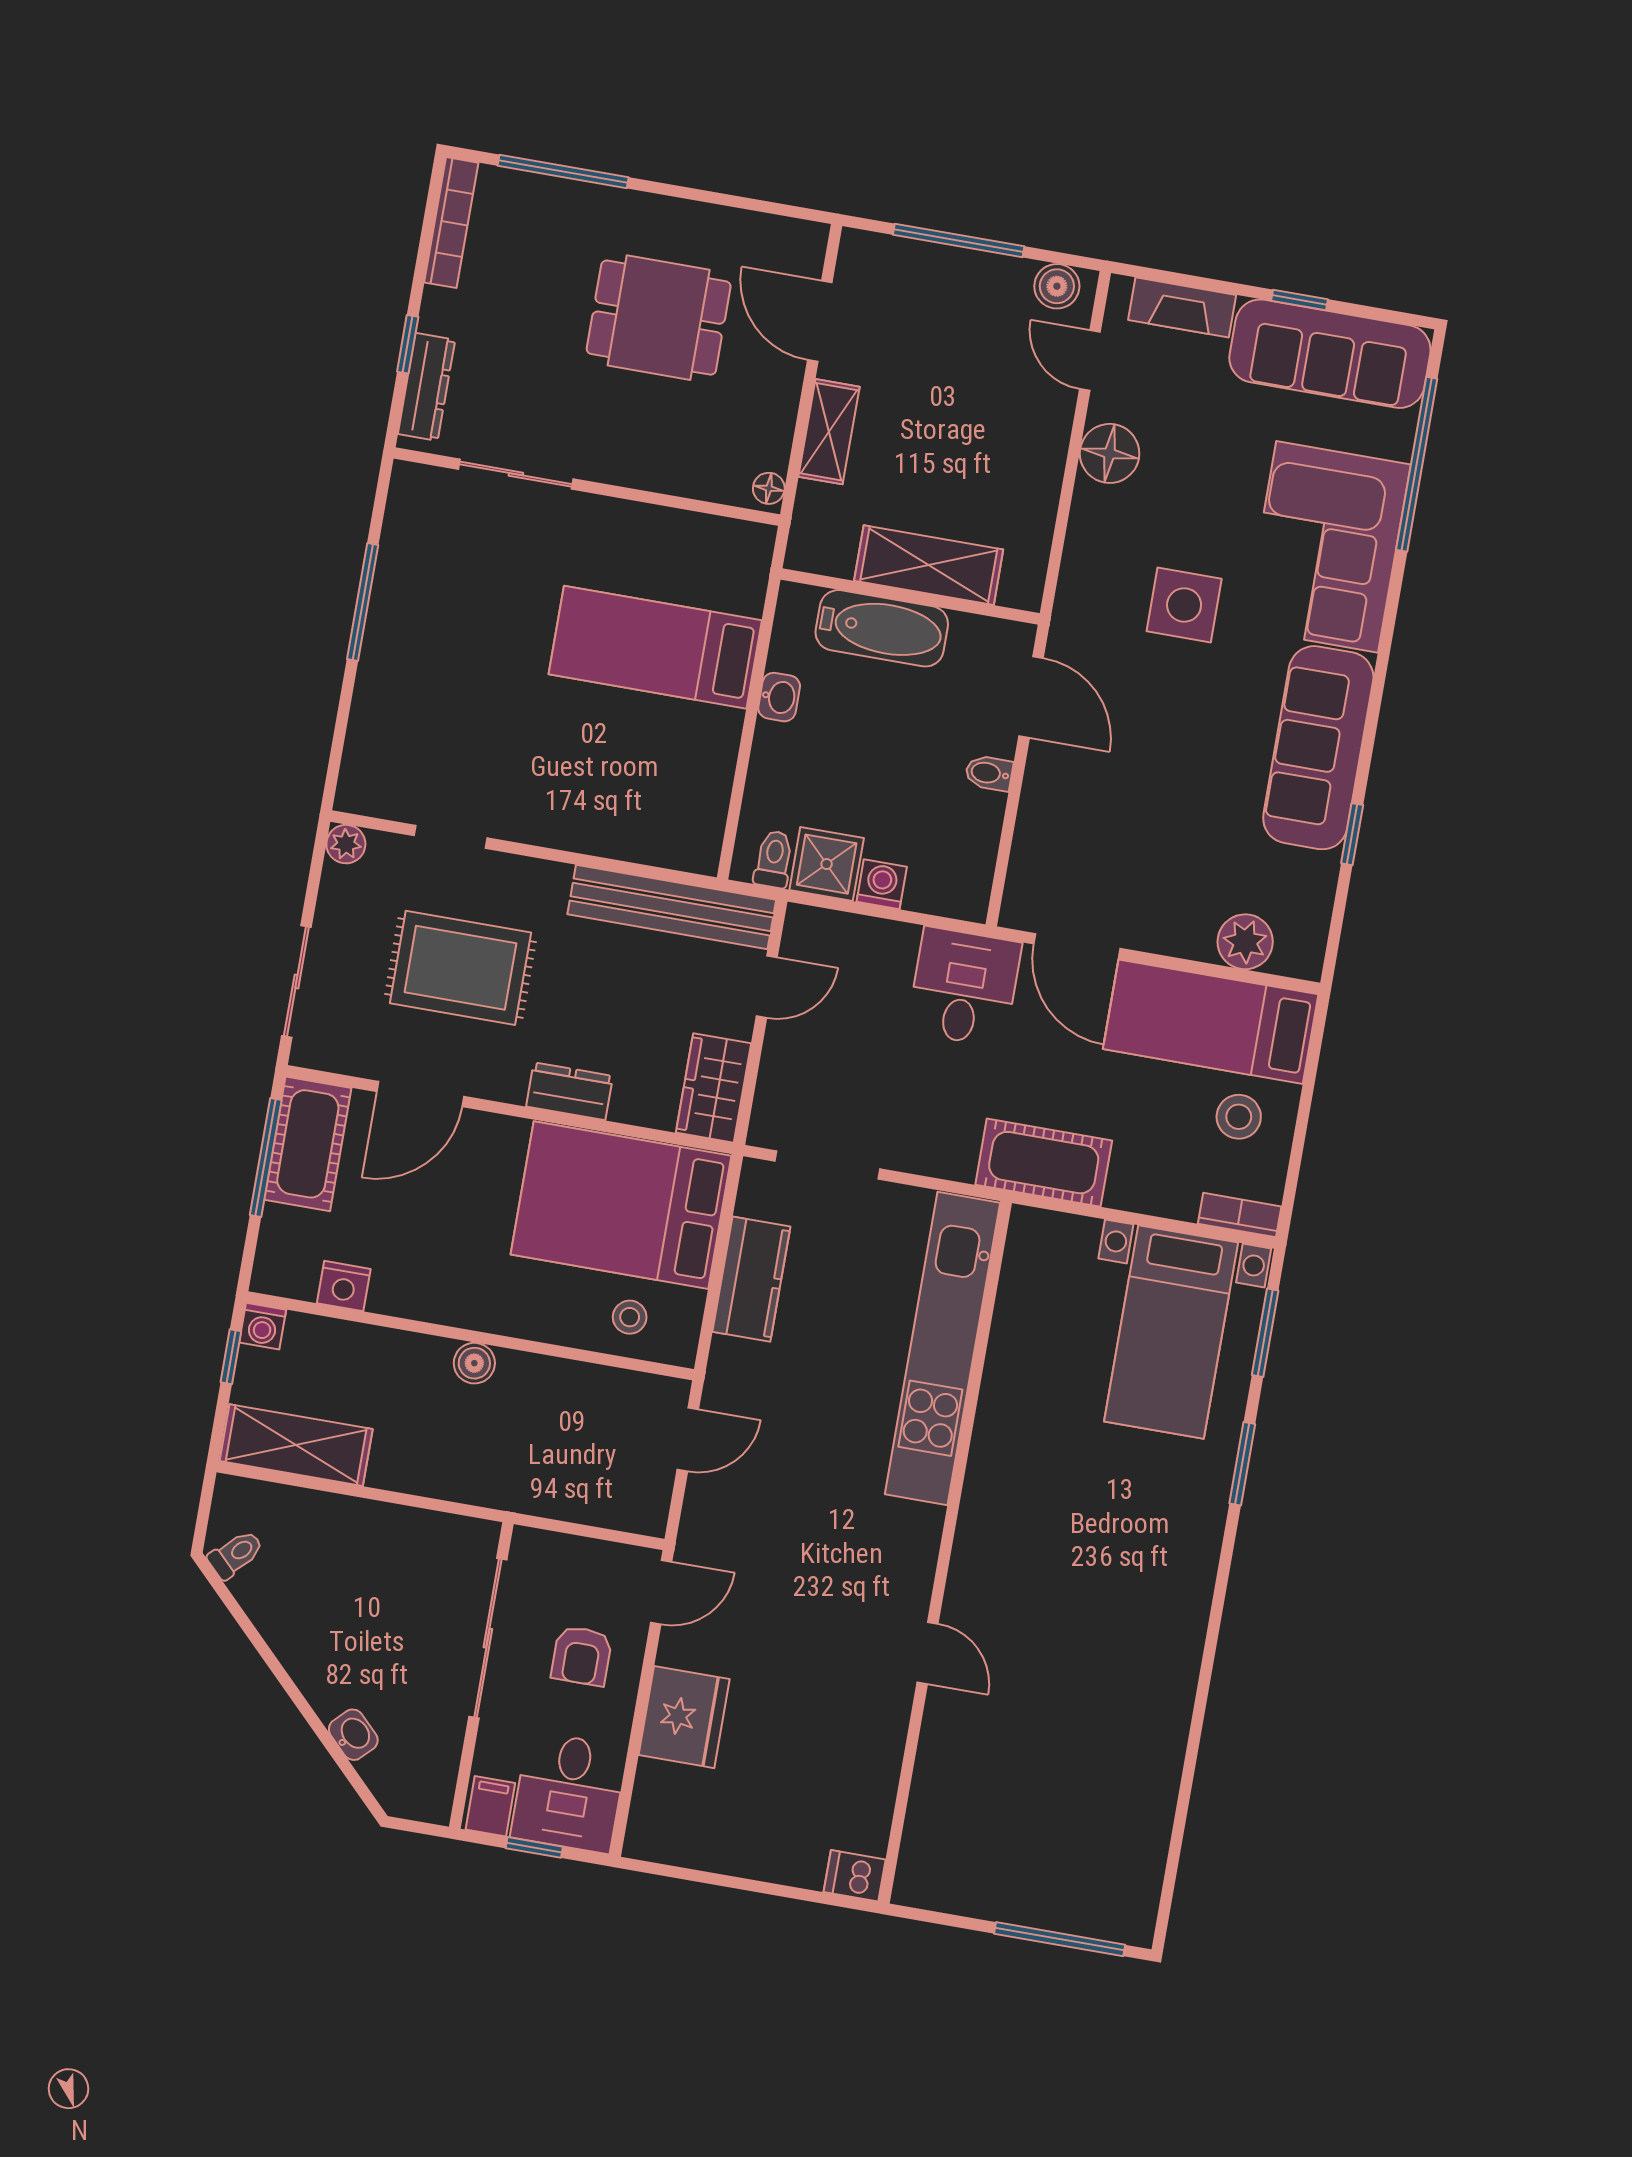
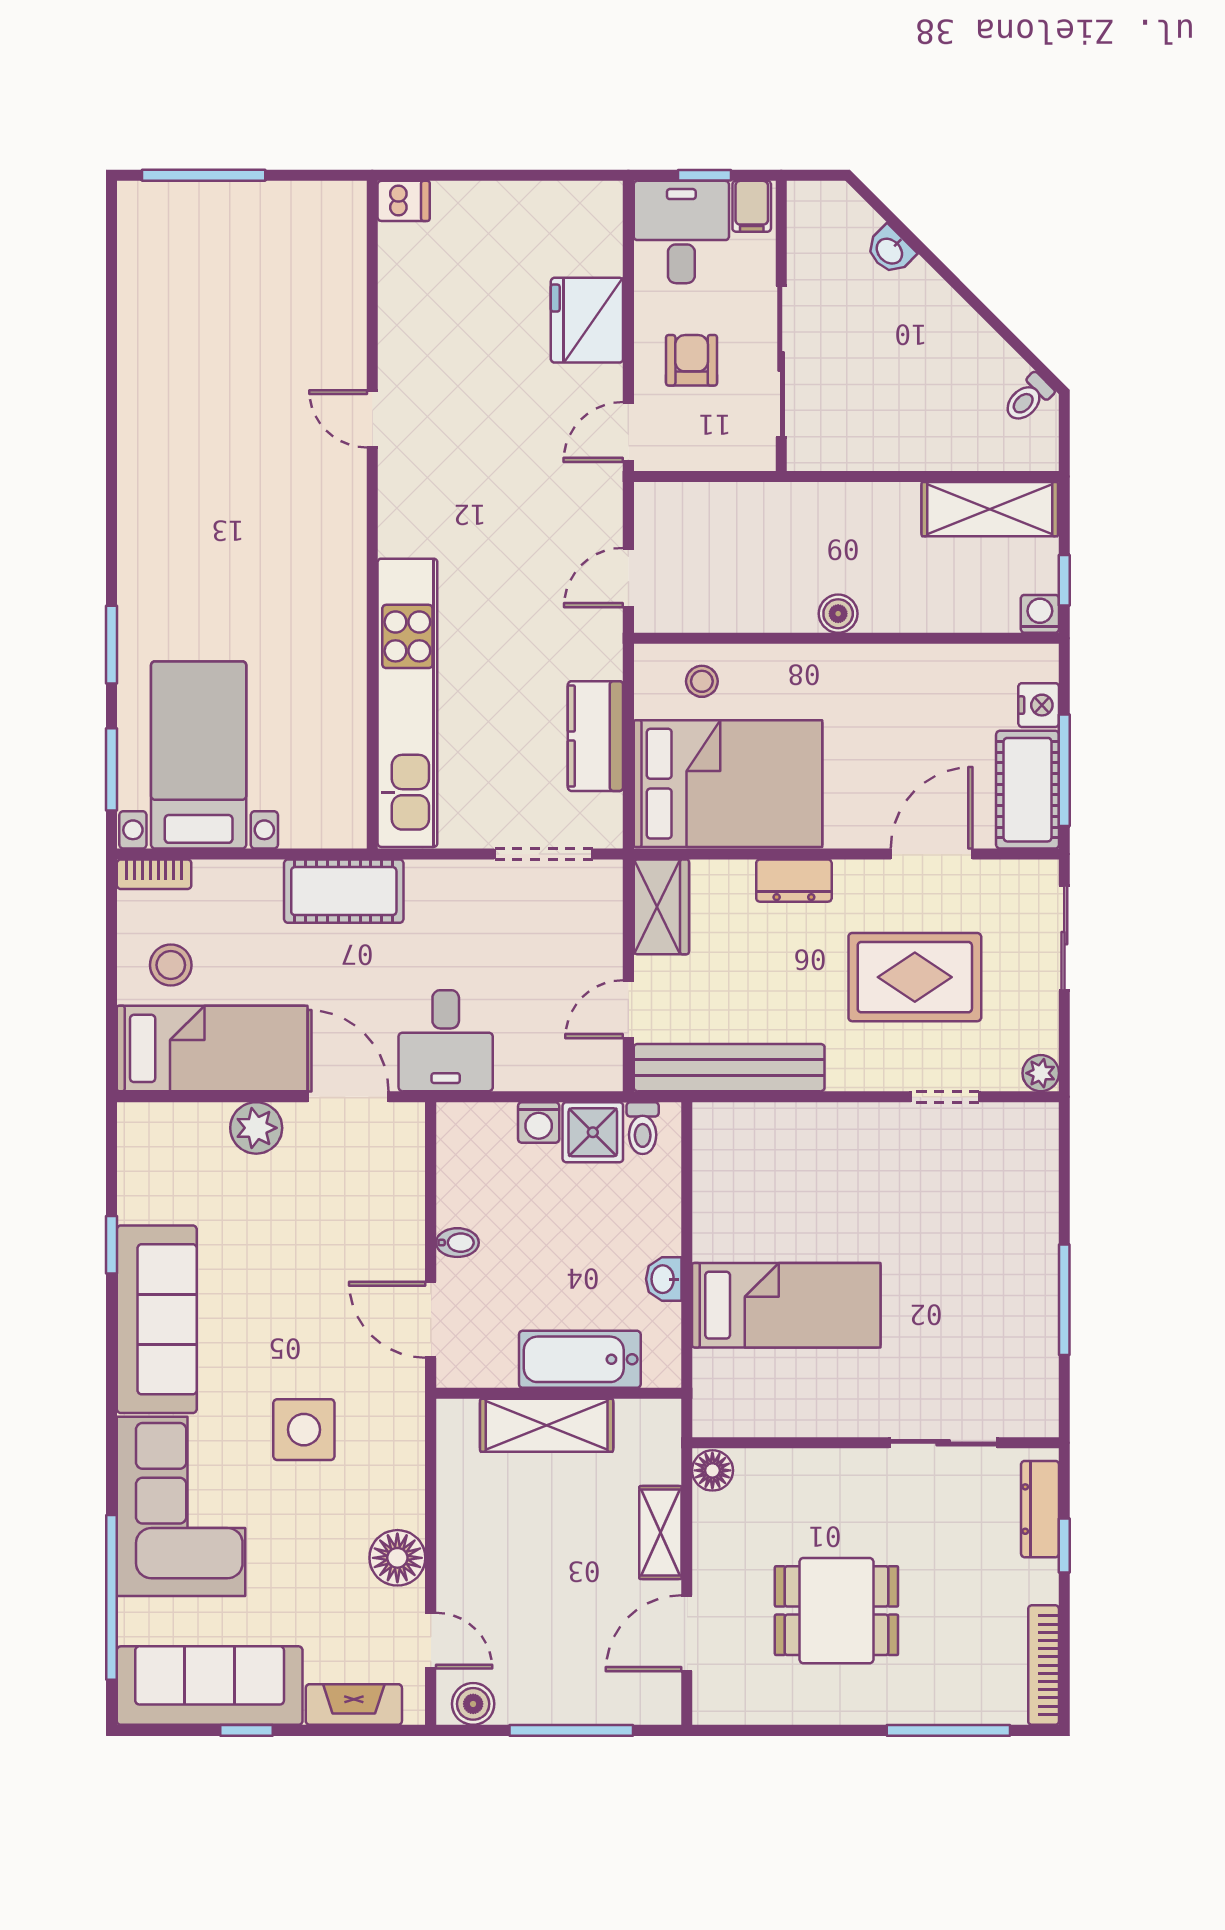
door: (820, 321) -> (687, 1633), swing flipped
floor lamp: (769, 488) -> (712, 1470), width x1.37, depth x1.37
plant: (1245, 942) -> (256, 1128), moved
nightstand: (344, 1286) -> (1039, 705), moved, turned 90

